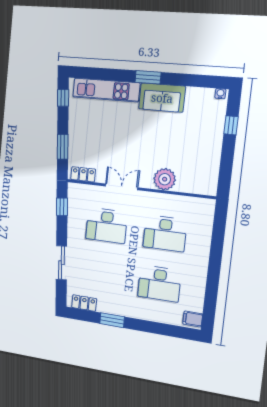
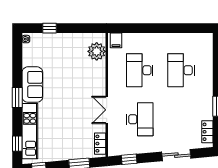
window: (93, 73) -> (17, 144), added
plant: (165, 179) -> (97, 51), moved
desk: (165, 233) -> (140, 70), turned 180
desk: (159, 284) -> (181, 70), turned 180
filing cabinet: (193, 319) -> (116, 40), moved

